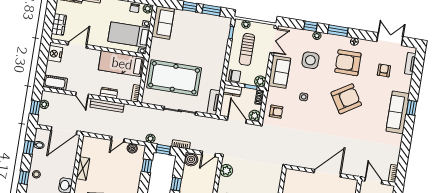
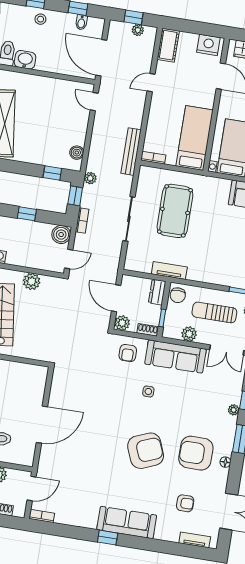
side table: (310, 60) -> (199, 401), removed
armchair: (348, 63) -> (196, 453), turned -90
sofa: (279, 72) -> (175, 356), width x1.36
pool table: (174, 78) -> (175, 211), width x0.73, depth x0.76
plant: (260, 81) -> (189, 334), moved
dresser: (109, 93) -> (154, 120), removed
armchair: (346, 99) -> (146, 451), turned -80
tv unit: (214, 102) -> (169, 271), moved
bench: (107, 105) -> (131, 152), moved
window: (412, 108) -> (108, 538), moved
door: (237, 120) -> (116, 298), swing flipped
door: (118, 139) -> (94, 102), moved
door: (209, 154) -> (69, 259), swing flipped
shelving: (83, 169) -> (49, 84), removed
plant: (226, 171) -> (32, 281), moved
door: (327, 173) -> (42, 425), hinge flipped

